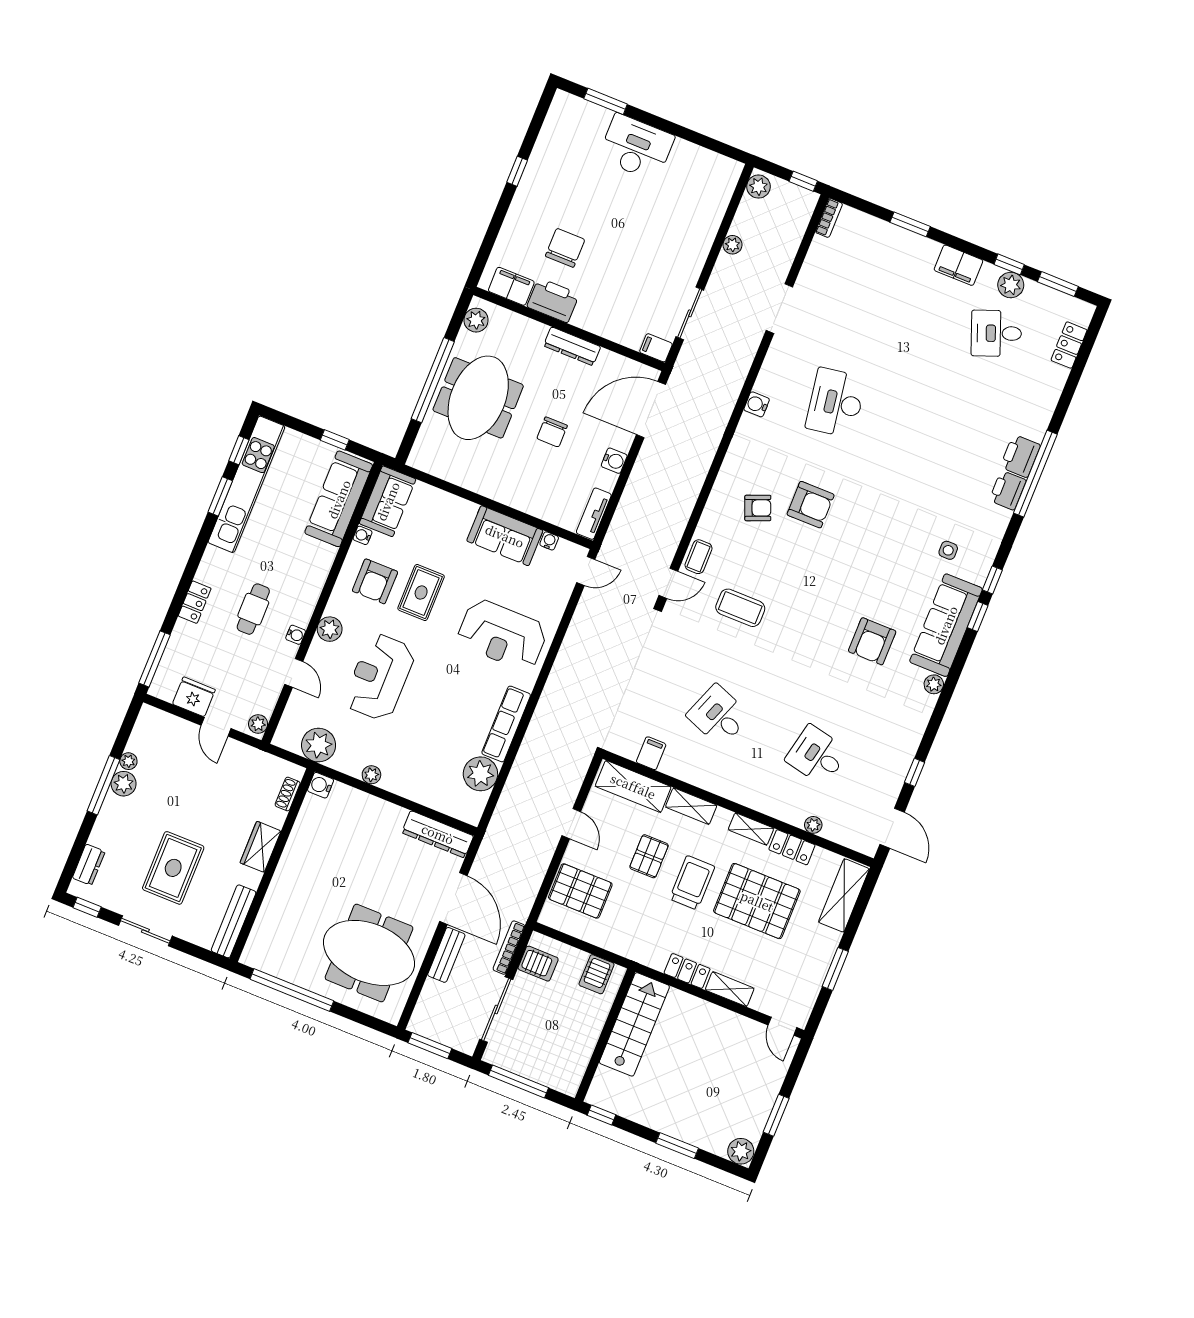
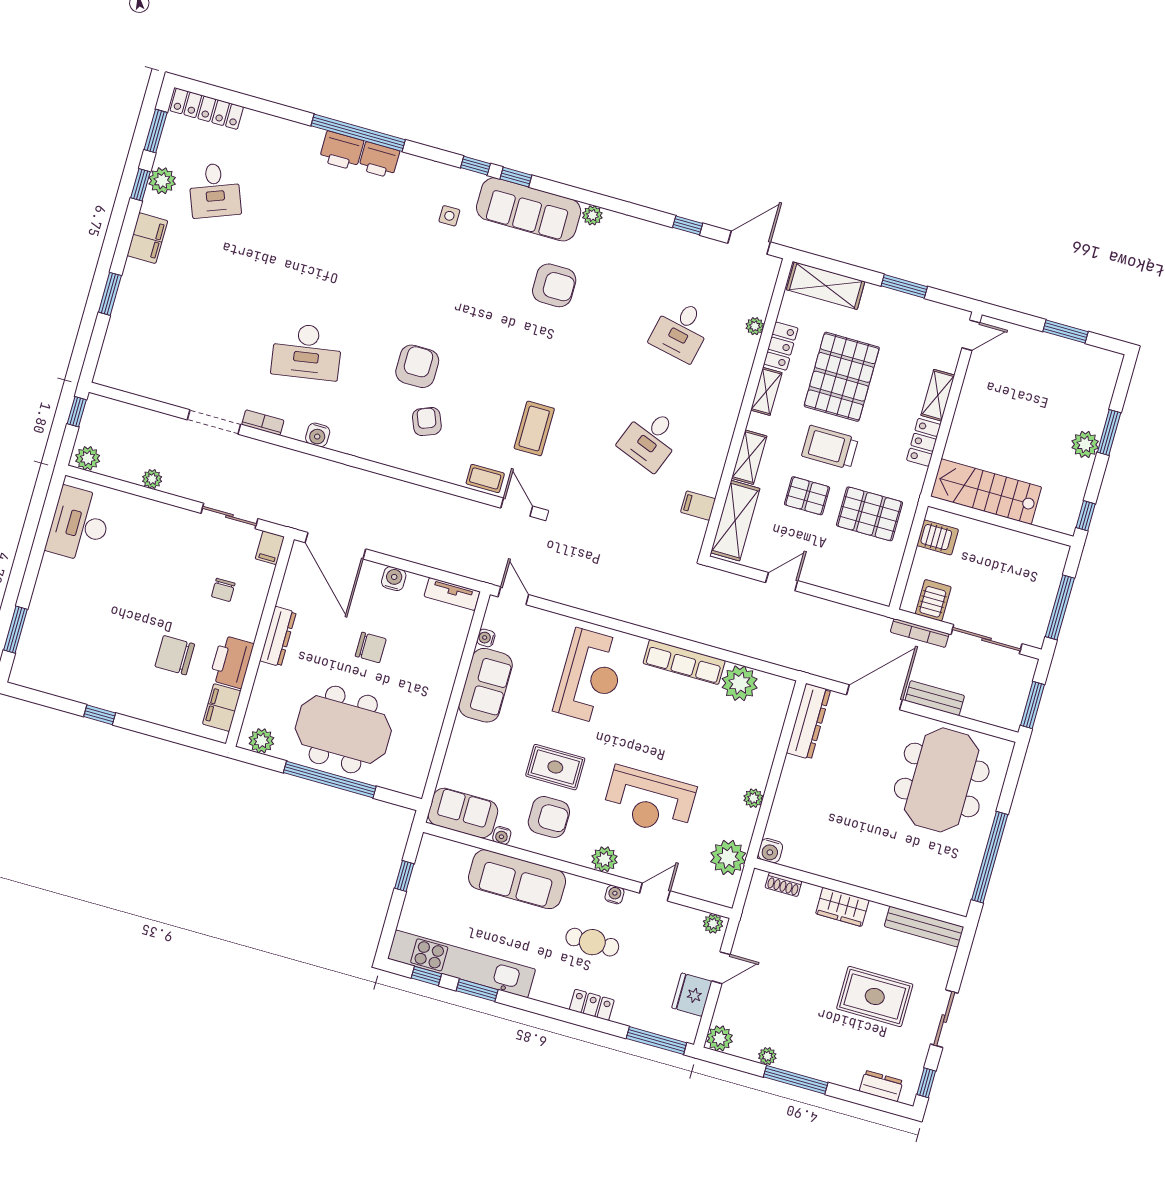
desk: (636, 147) -> (79, 524), moved
bookcase: (829, 218) -> (263, 423), moved
chair: (621, 300) -> (223, 590), added
locker: (1069, 345) -> (207, 109), width x1.53
sofa: (339, 499) -> (517, 879), moved
plant: (124, 784) -> (720, 1038), moved
pallet: (580, 891) -> (870, 514), moved, turned 90
plant: (741, 1151) -> (1085, 444), moved

